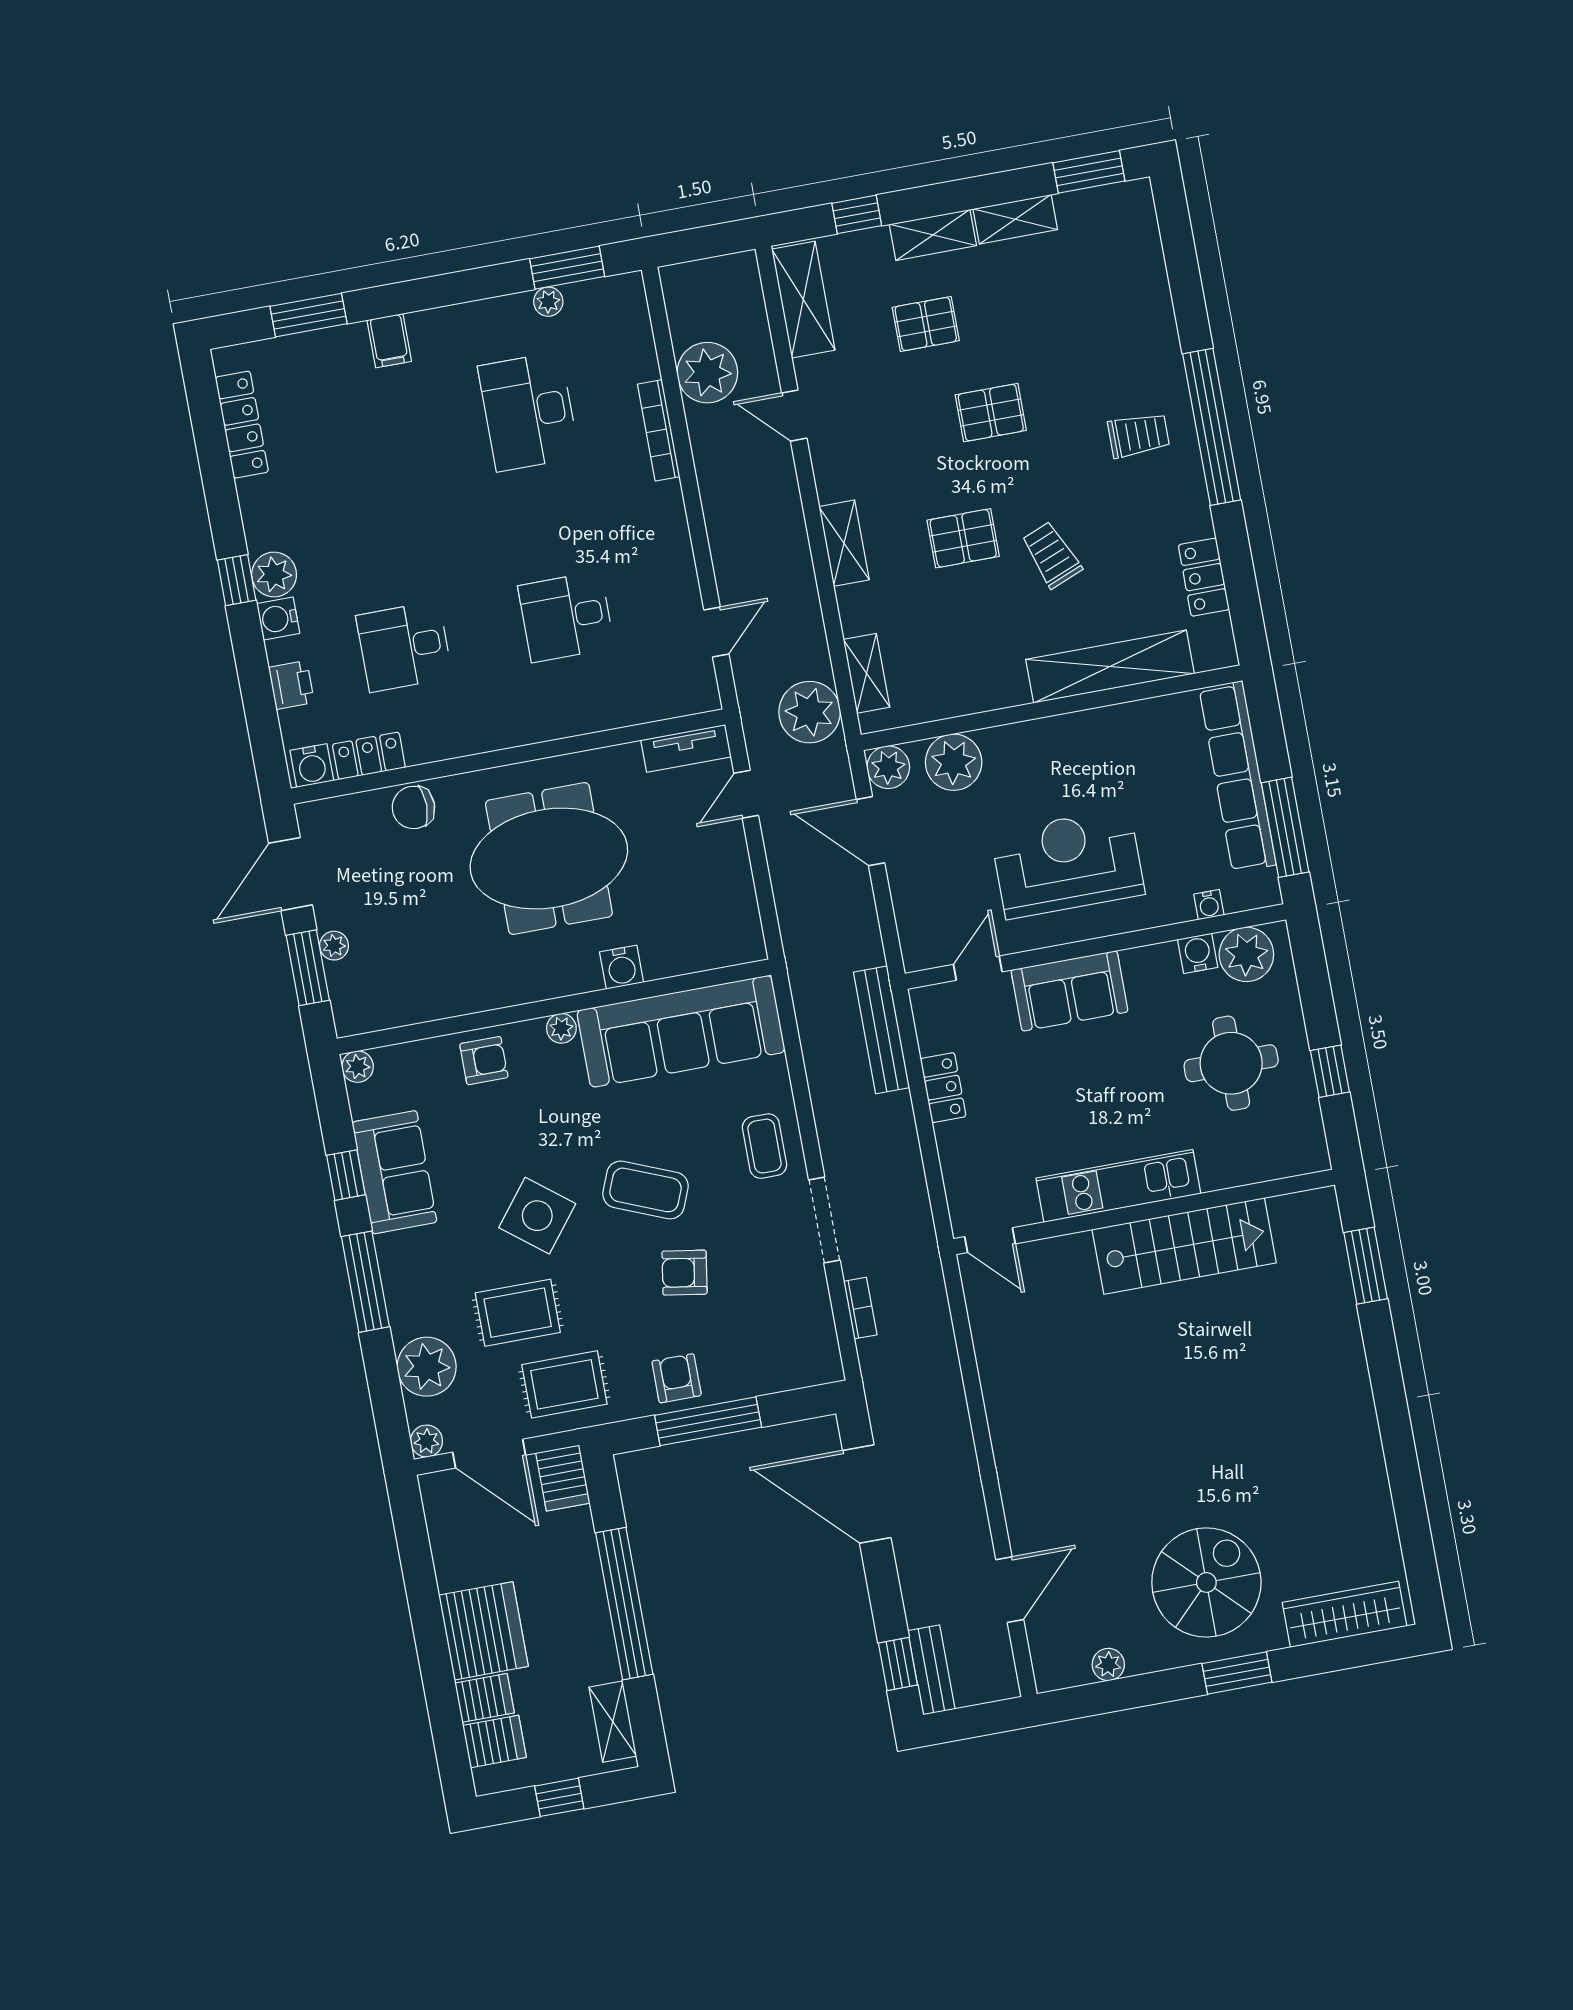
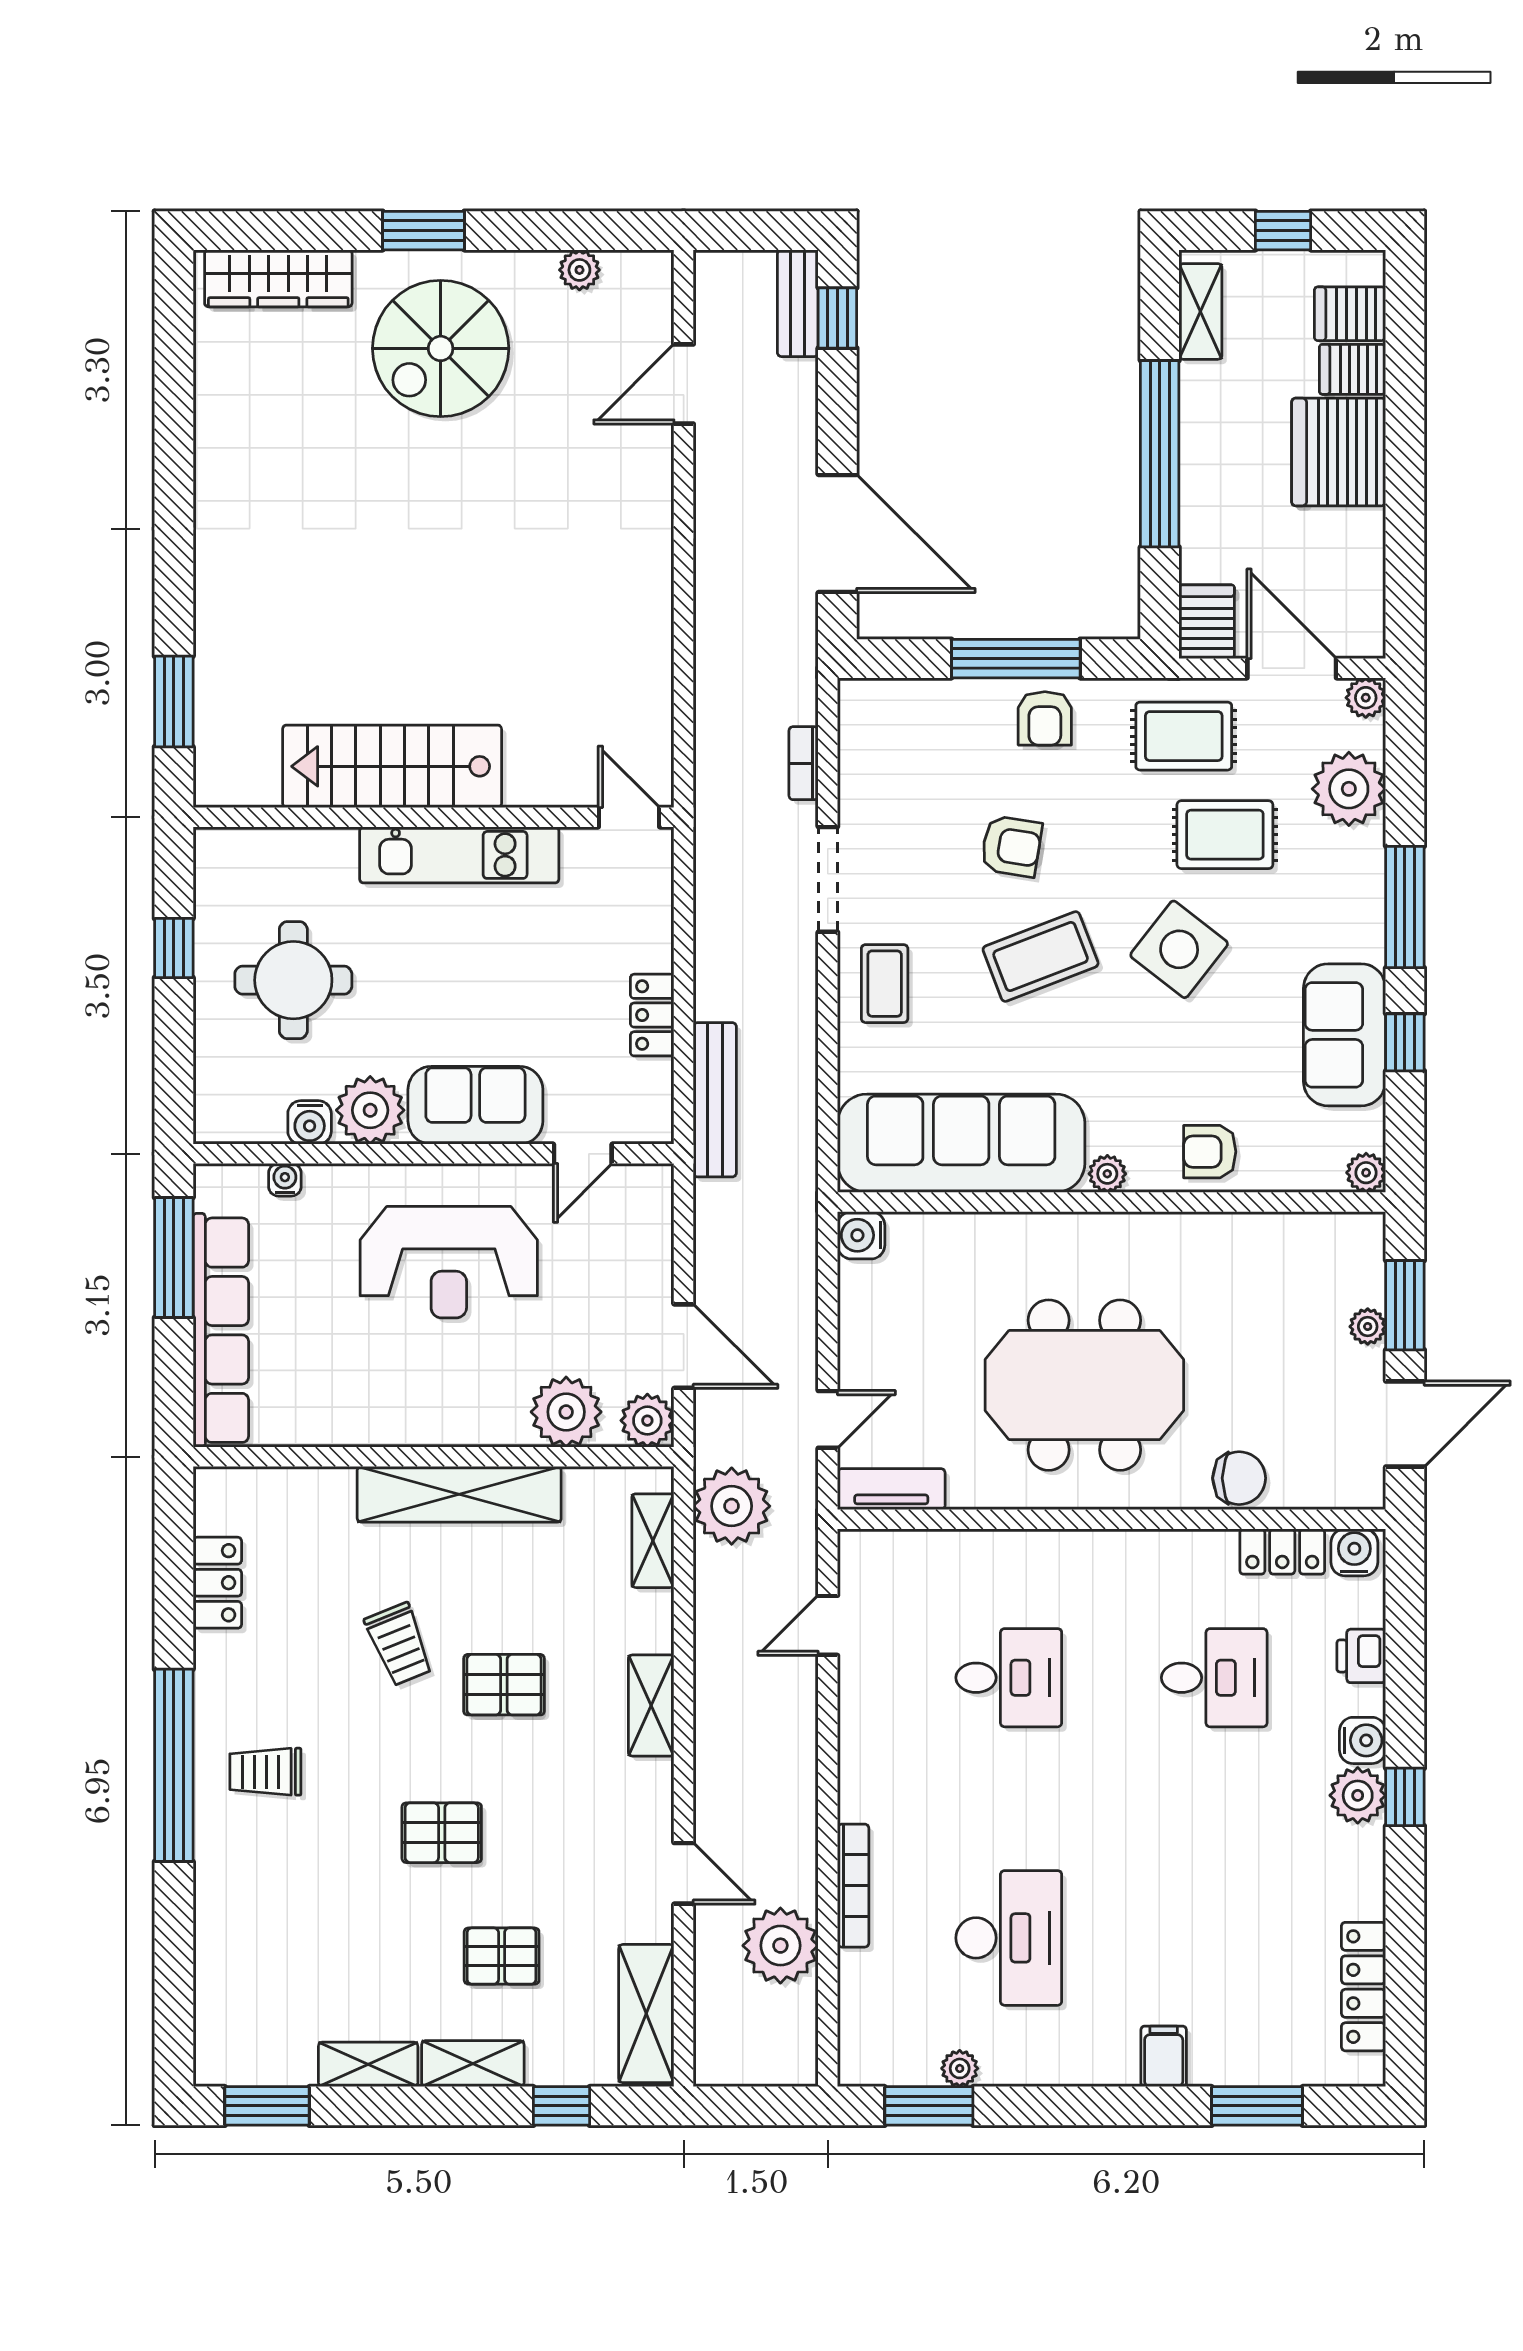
shelving: (1110, 666) -> (459, 1494), moved
plant: (1246, 954) -> (370, 1110), moved
water cooler: (622, 967) -> (861, 1235), moved, turned -90
coffee table: (645, 1190) -> (1041, 957), turned -43

